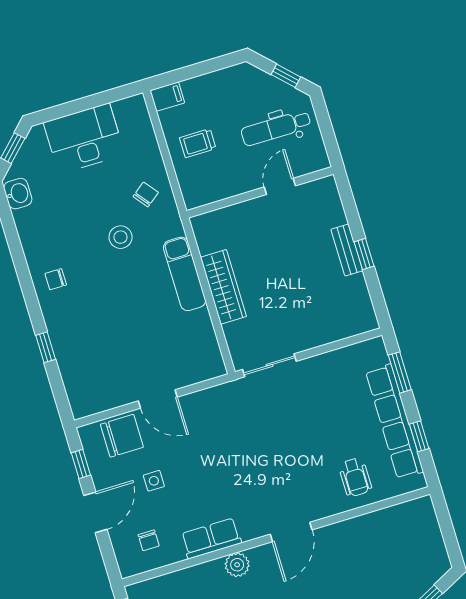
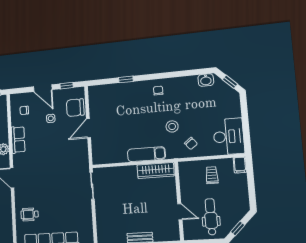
desk: (84, 138) -> (229, 136), moved
wardrobe: (223, 287) -> (156, 170), moved
chair: (122, 436) -> (75, 108), turned 90

